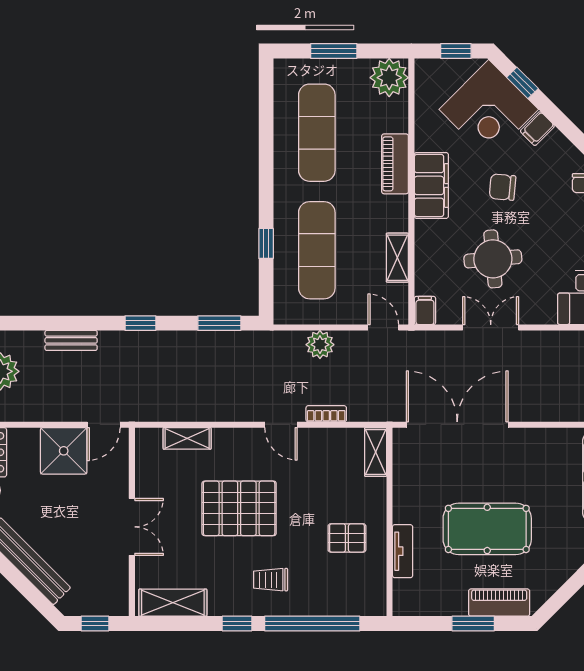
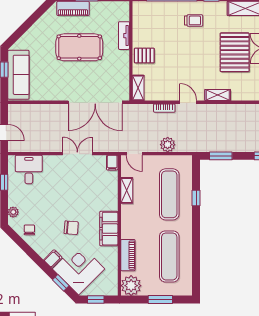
piano: (395, 164) -> (128, 255), moved
round table: (493, 259) -> (76, 190), removed
double door: (491, 328) -> (77, 154), swing flipped
shelving: (187, 438) -> (218, 95), moved
pallet: (239, 508) -> (235, 52), moved, turned 90
pallet: (347, 538) -> (144, 56), moved

